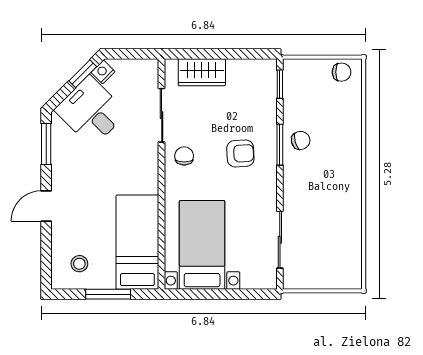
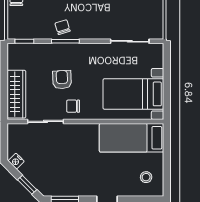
wardrobe: (202, 72) -> (16, 94), width x1.50
window: (83, 74) -> (27, 185), moved
desk: (91, 111) -> (43, 169), removed
armchair: (240, 153) -> (62, 80), moved
window: (108, 294) -> (167, 158), removed

